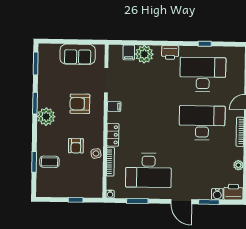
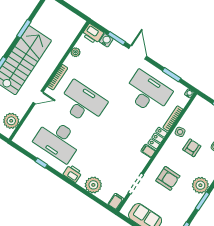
filing cabinet: (129, 52) -> (116, 201), moved
filing cabinet: (114, 106) -> (148, 151), moved
desk: (202, 123) -> (83, 103), turned 180

